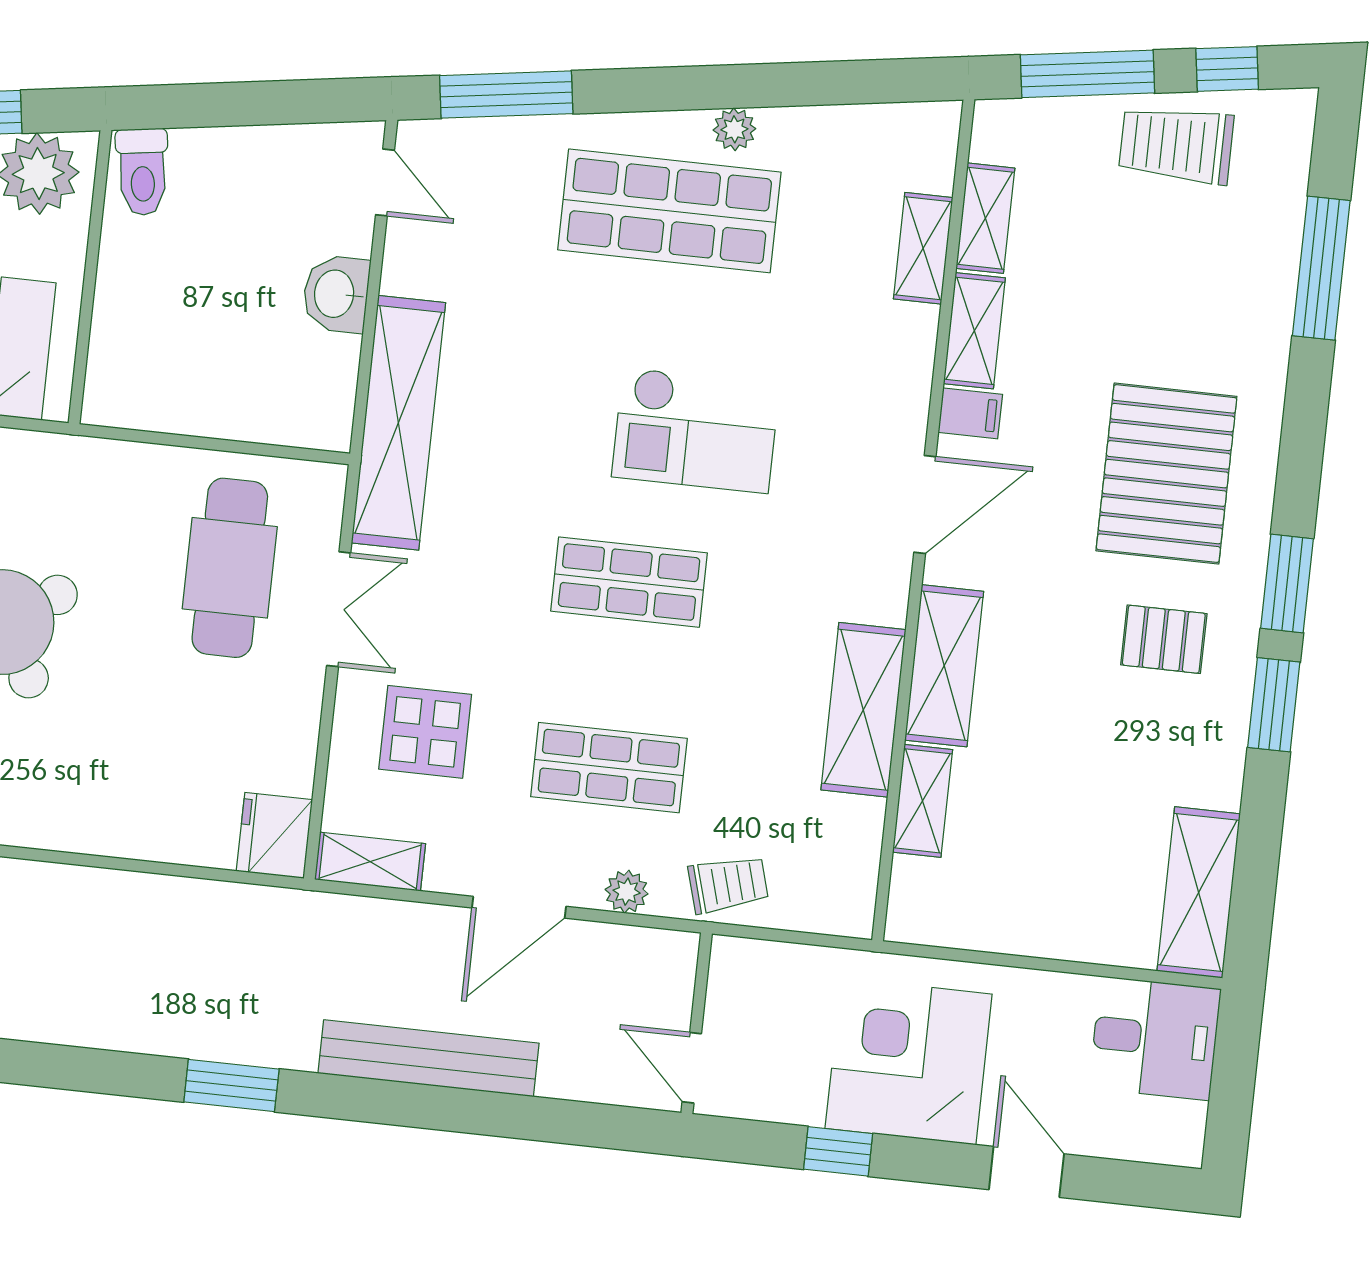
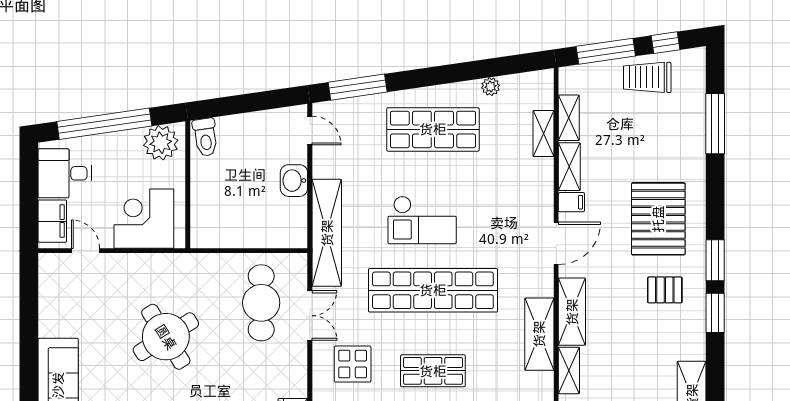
plant: (734, 129) -> (491, 87), moved
checkout: (696, 430) -> (422, 220), moved
shop shelf: (629, 582) -> (433, 290), width x2.00, depth x1.36

